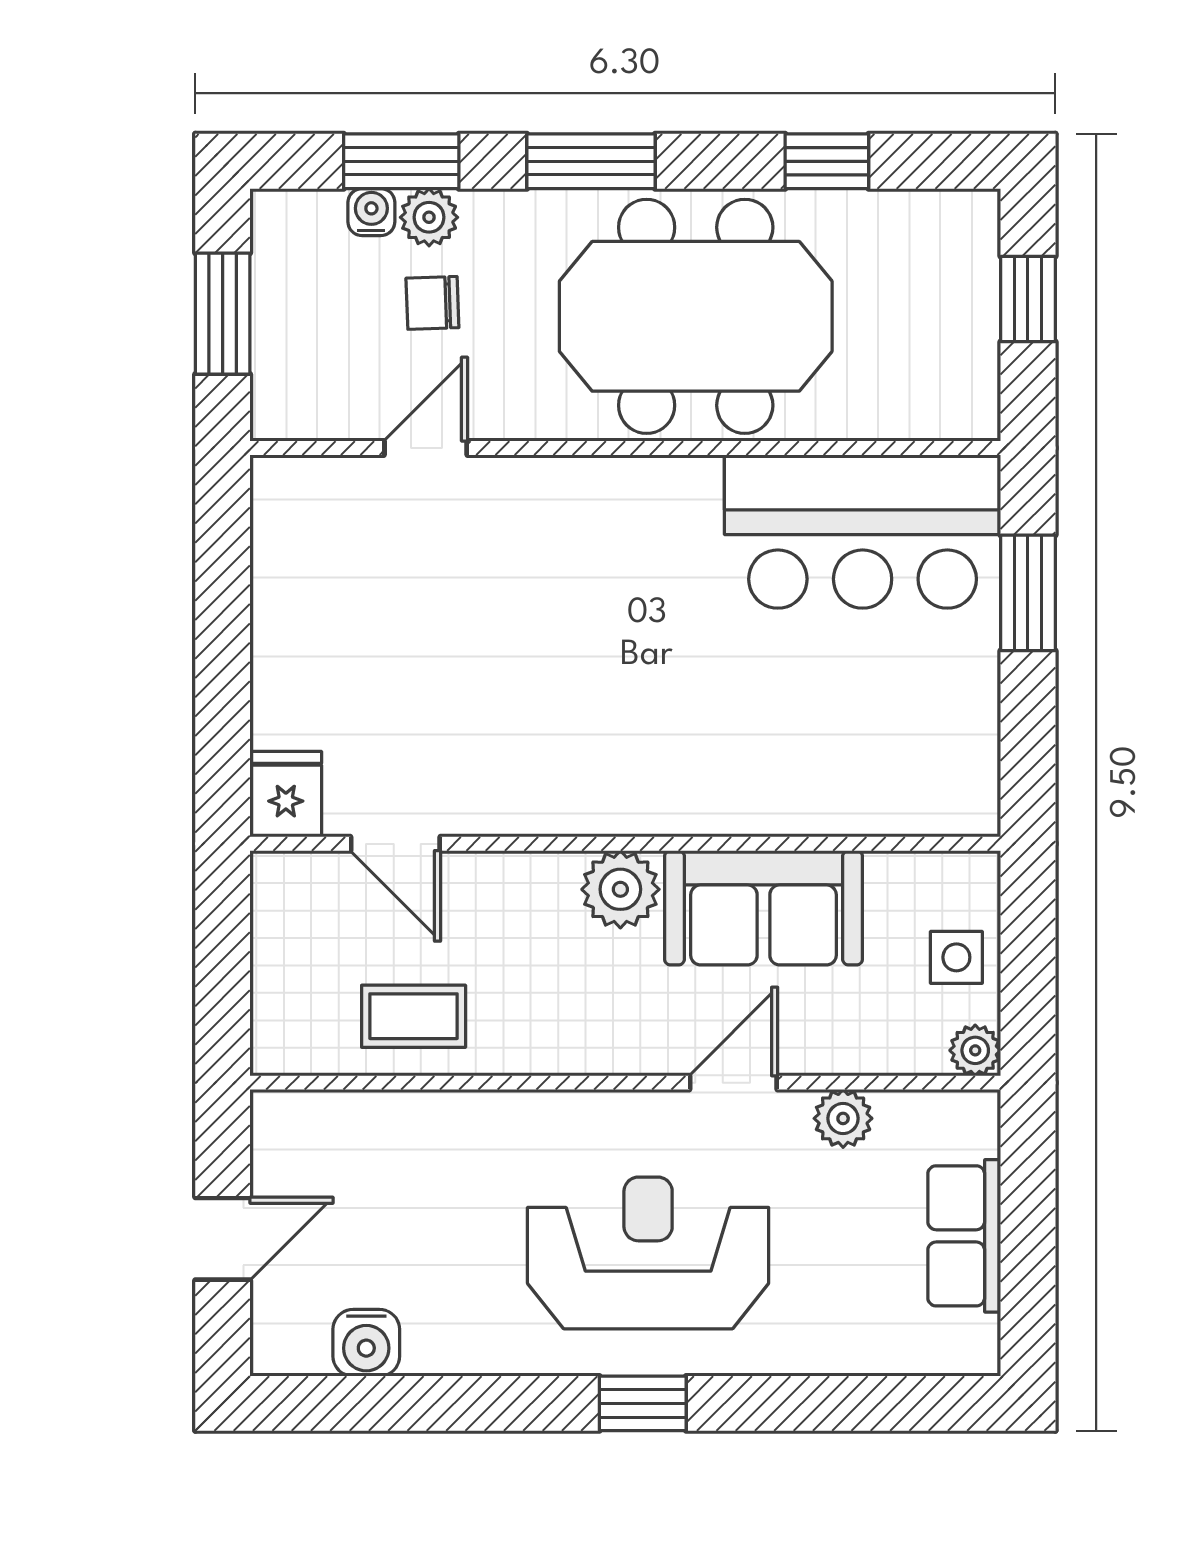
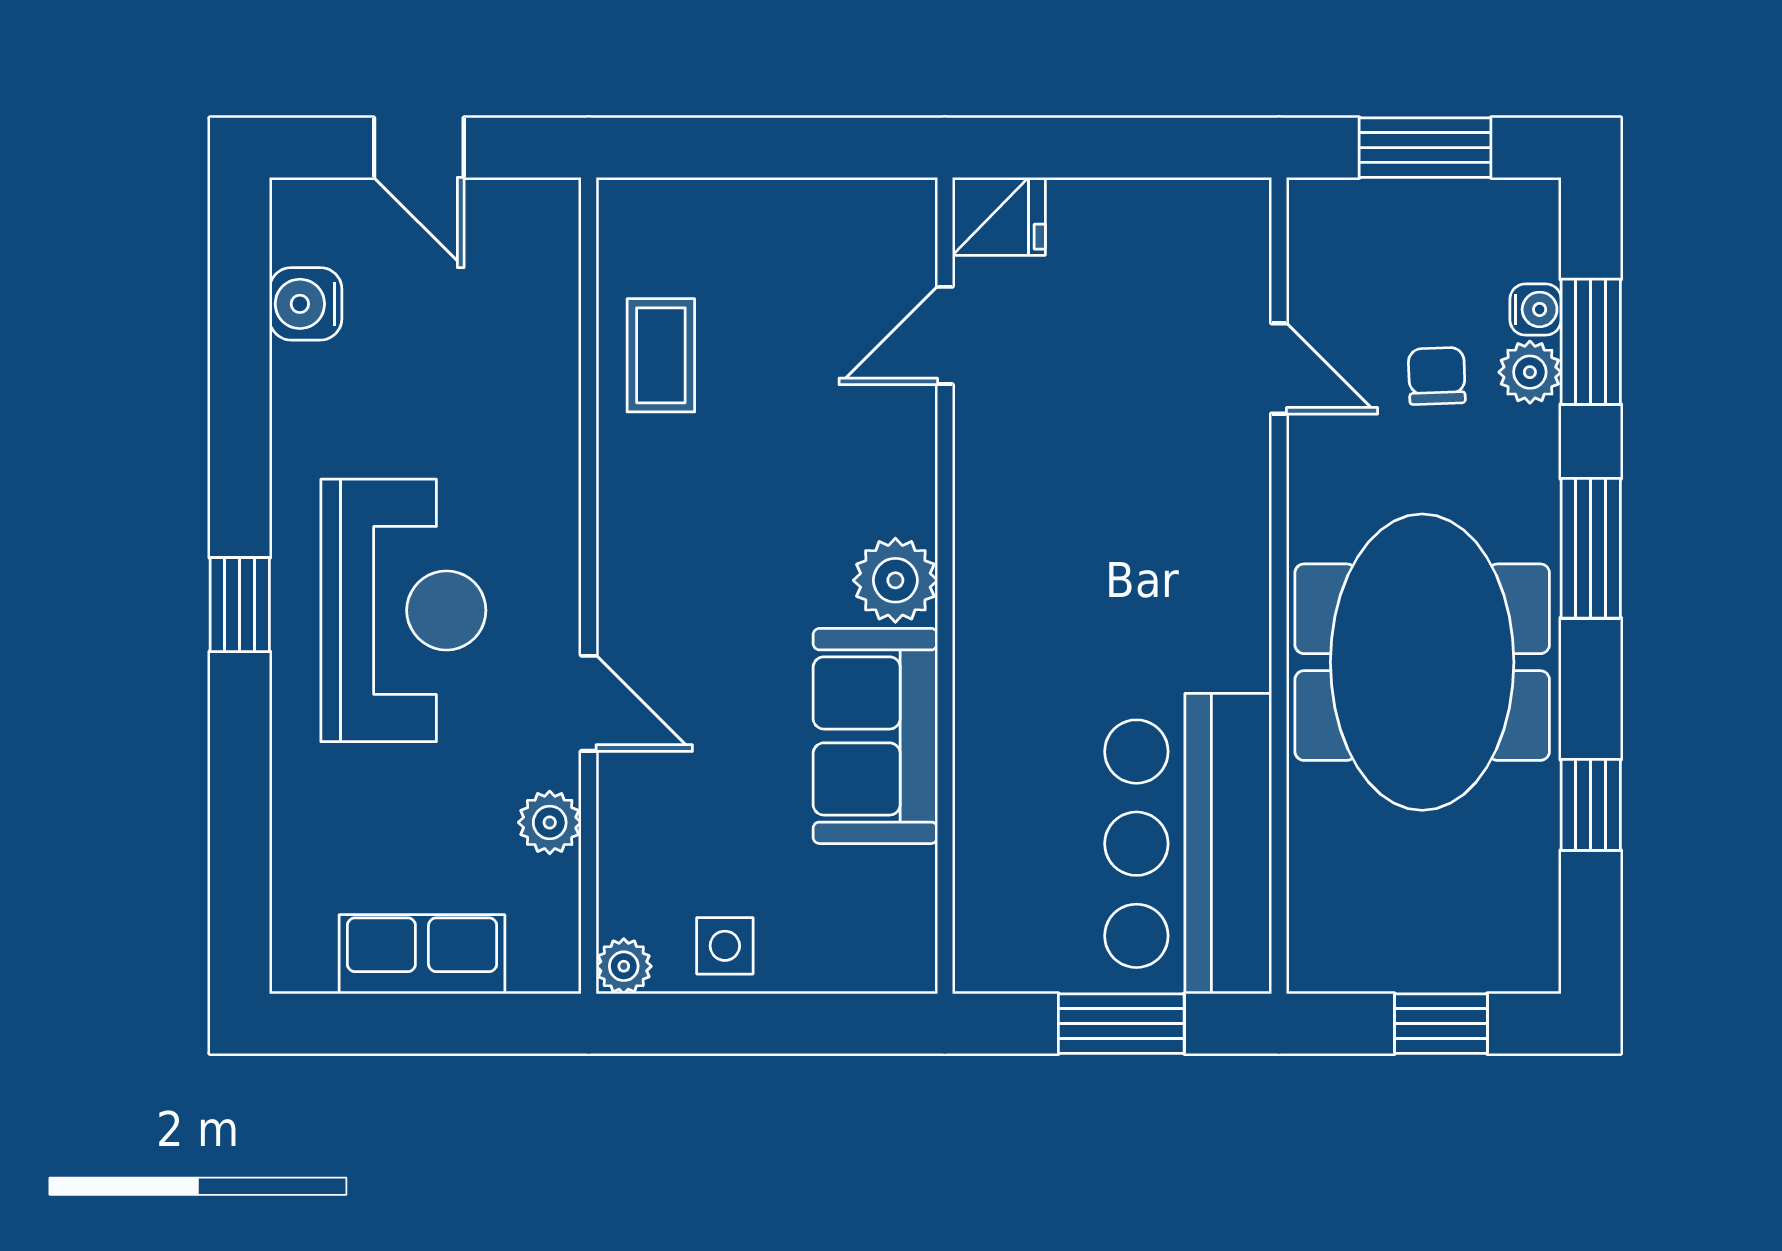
fridge: (286, 794) -> (999, 216), moved
door: (395, 844) -> (945, 335), moved
wall: (625, 844) -> (945, 586), moved
plant: (620, 889) -> (895, 580), moved
sofa: (763, 908) -> (875, 736), moved

